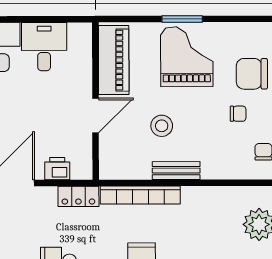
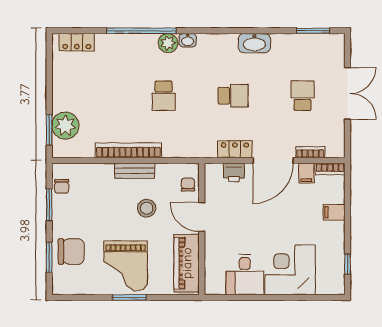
chair: (238, 114) -> (188, 185), moved, turned 90
door: (96, 115) -> (202, 217), hinge flipped
bookcase: (140, 195) -> (128, 150), moved
locker: (78, 196) -> (235, 149), moved

